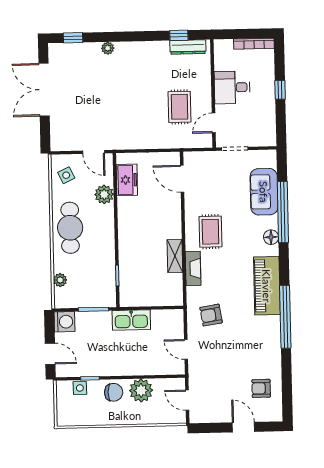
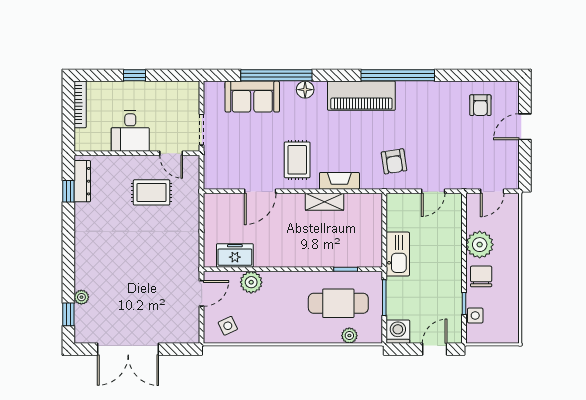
plant: (108, 48) -> (81, 297), moved
door: (182, 179) -> (260, 191), moved
cafe table: (70, 228) -> (338, 303), moved
rug: (210, 232) -> (297, 160), turned 90

